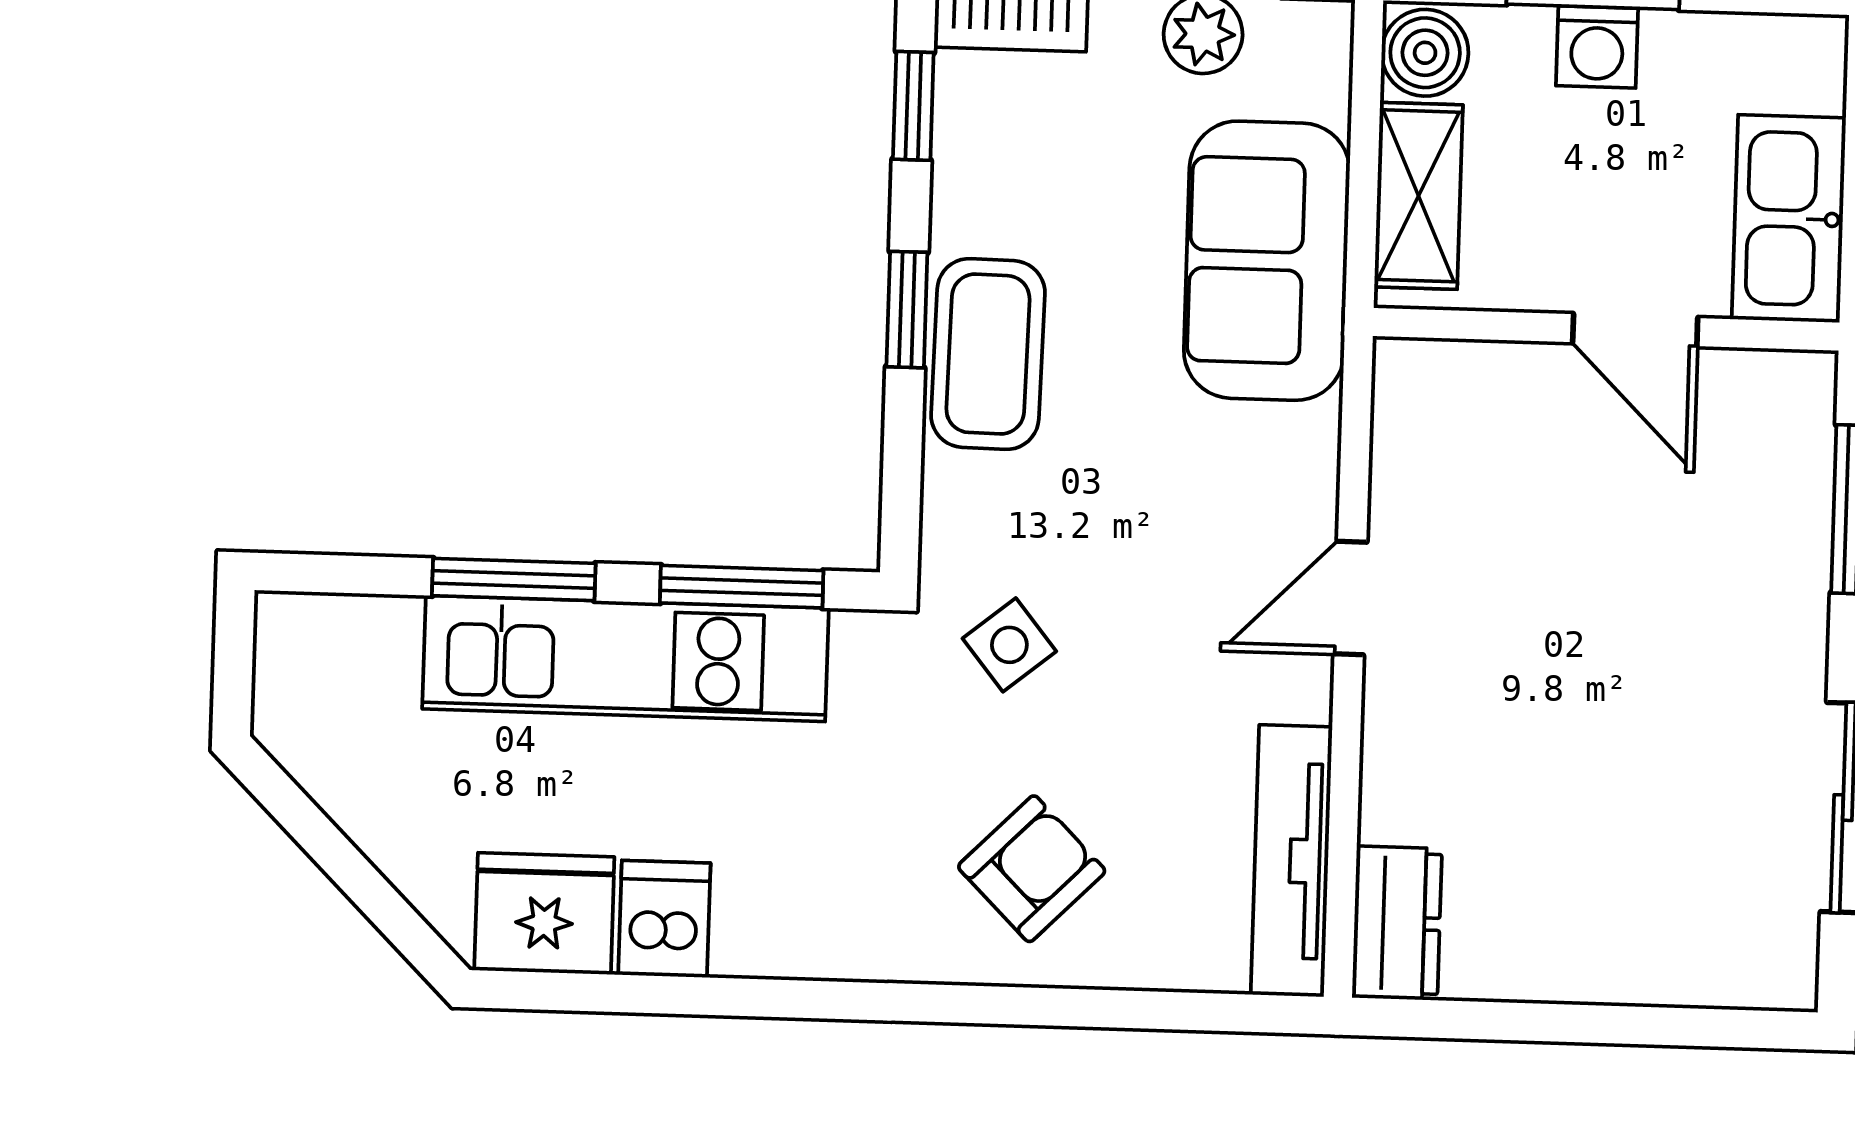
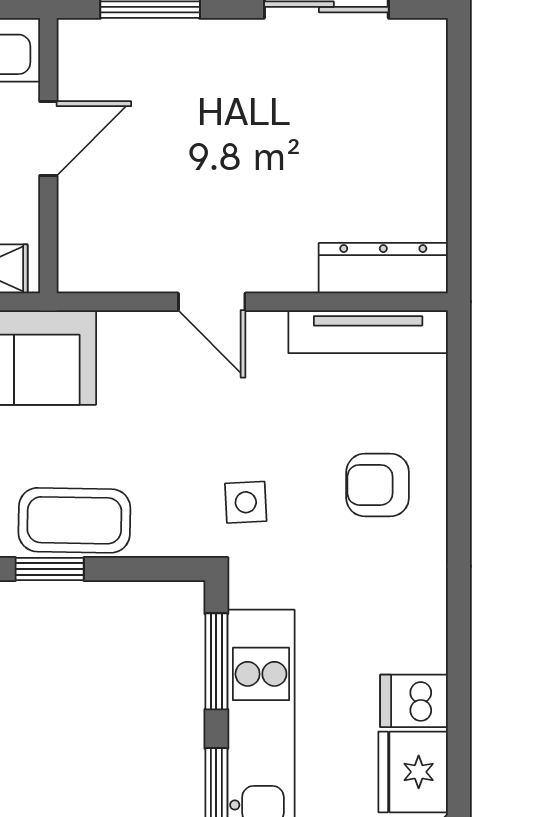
side table: (1009, 645) -> (246, 502), turned 36
armchair: (1032, 869) -> (378, 485), turned -45
dresser: (1397, 923) -> (383, 268), width x1.44

